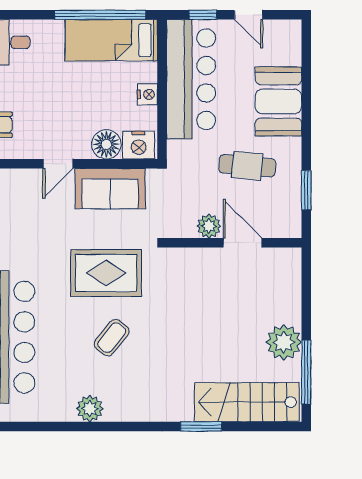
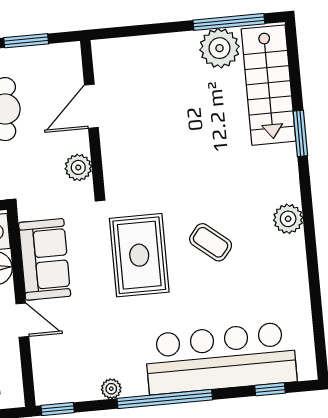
plant: (209, 226) -> (78, 167), moved
plant: (284, 342) -> (220, 48), moved
plant: (90, 409) -> (288, 219), moved

